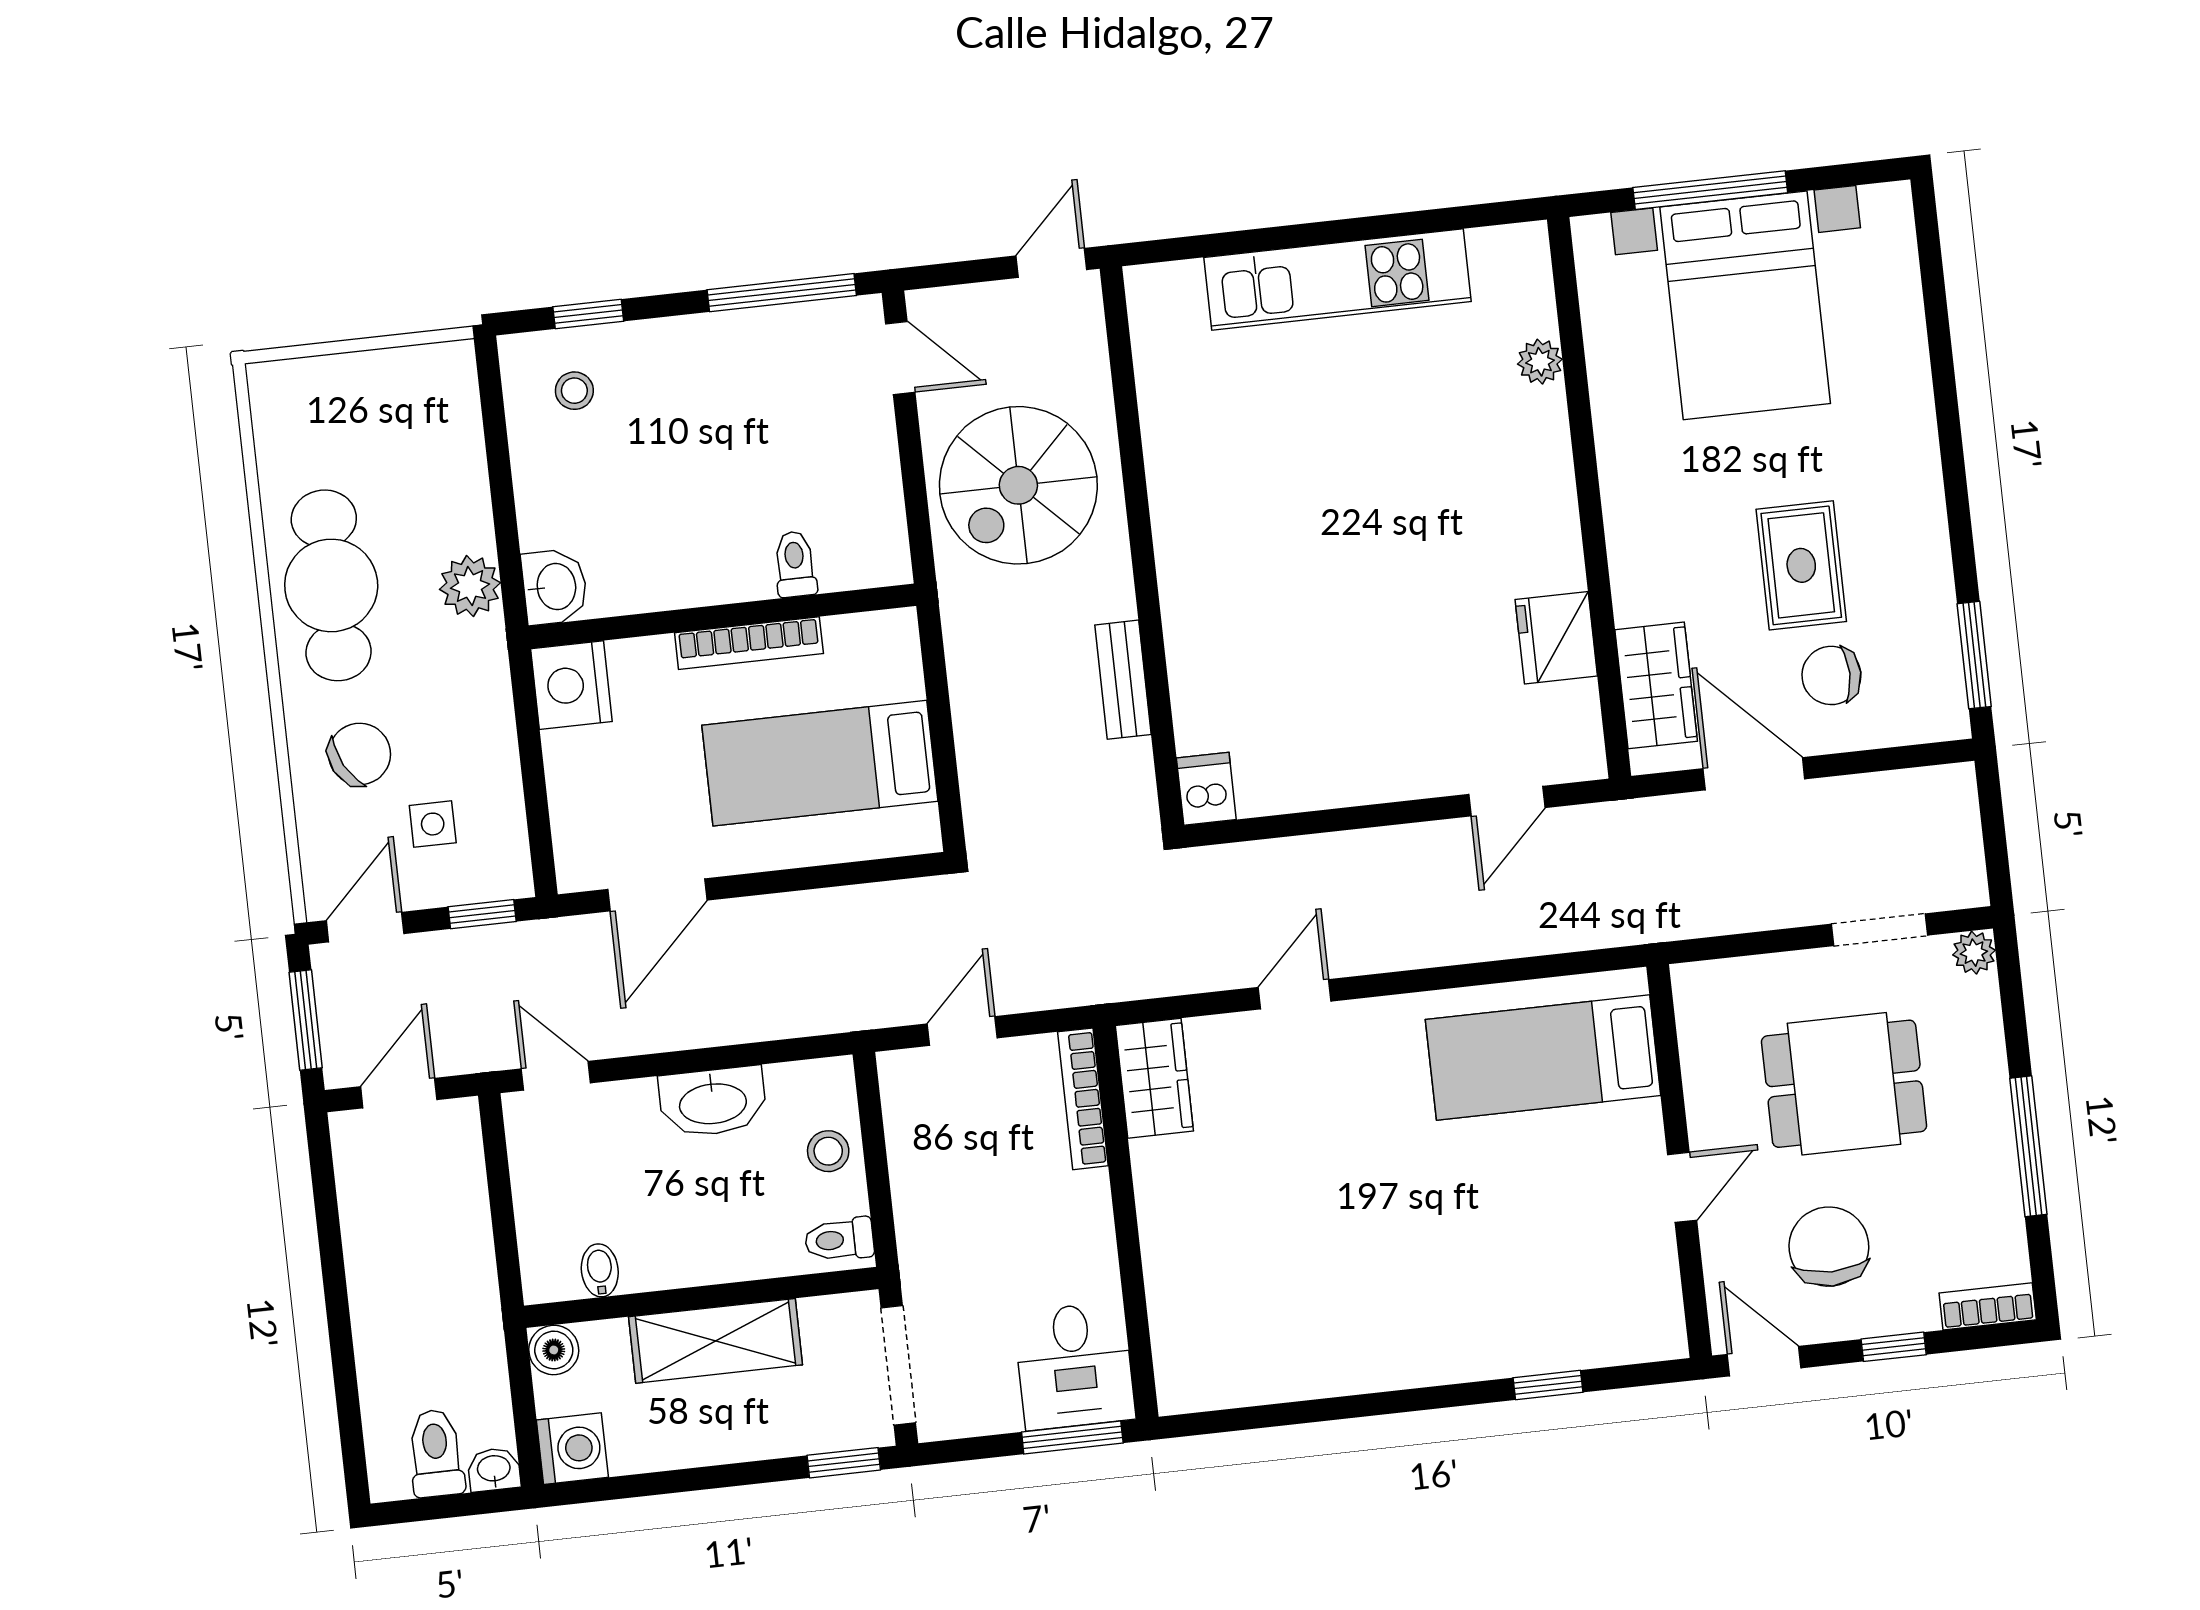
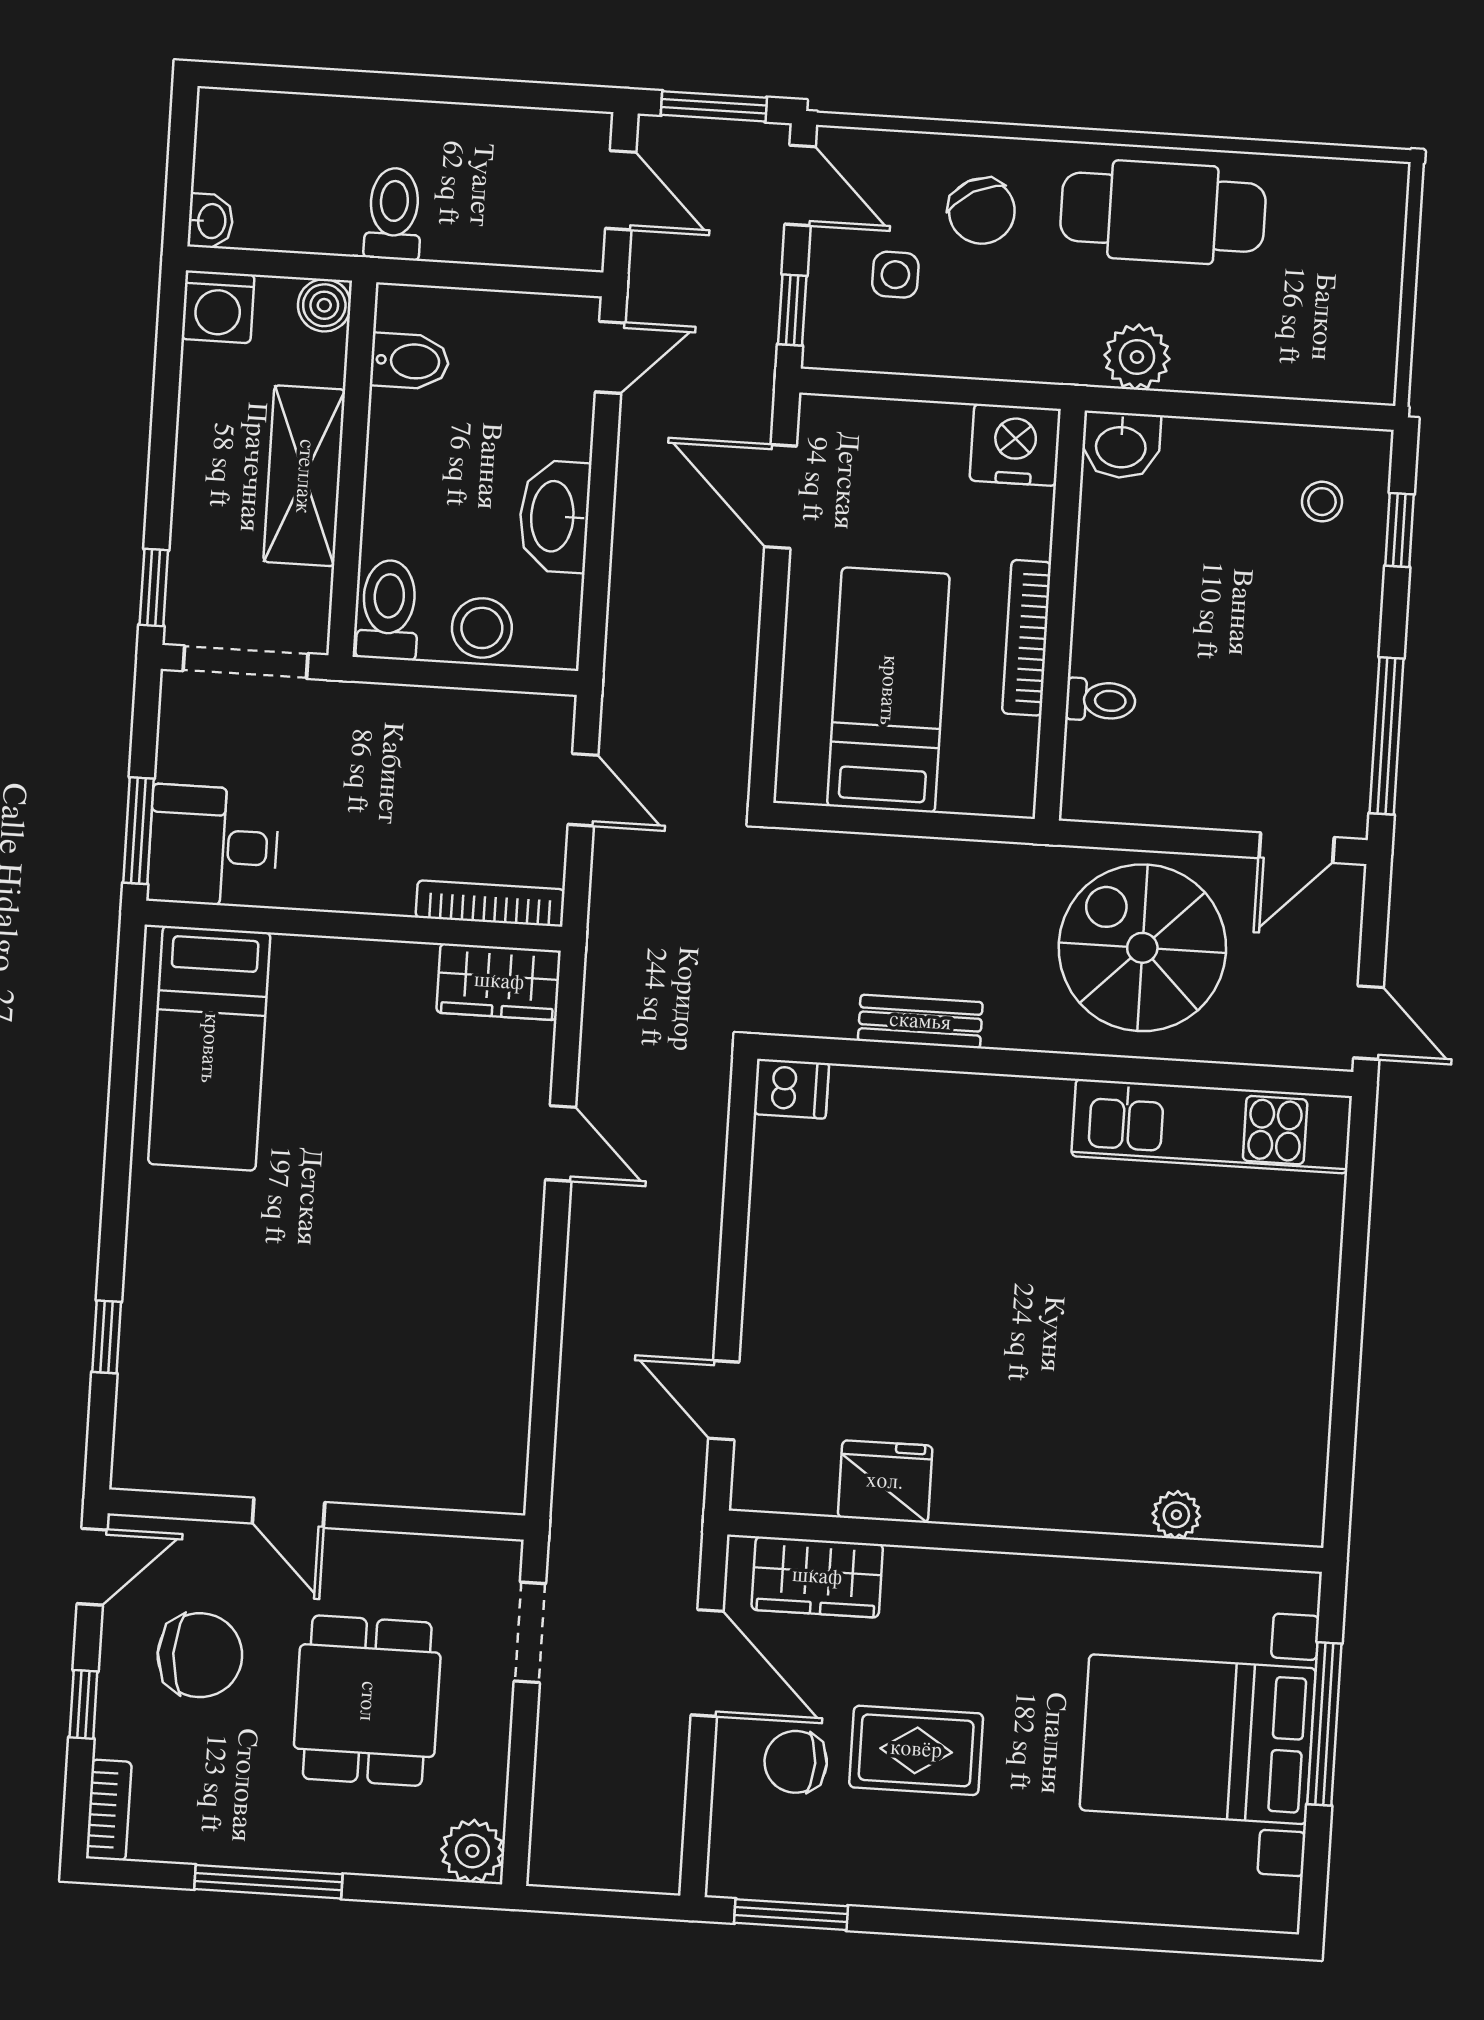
kitchen unit: (1337, 280) -> (1212, 1126), moved, turned -90
chair: (1831, 675) -> (796, 1762), turned -90
door: (1754, 774) -> (707, 1663), hinge flipped
doorway: (1879, 930) -> (530, 1632), moved
plant: (1974, 953) -> (472, 1851), width x1.38, depth x1.38
bed: (1543, 1058) -> (209, 1048), moved, turned 180
stool: (828, 1151) -> (482, 628), width x1.37, depth x1.37
toilet: (839, 1240) -> (388, 610), width x1.37, depth x1.39
bidet: (600, 1270) -> (410, 361), width x1.38, depth x1.36
toilet: (436, 1453) -> (394, 214), moved, turned -90

